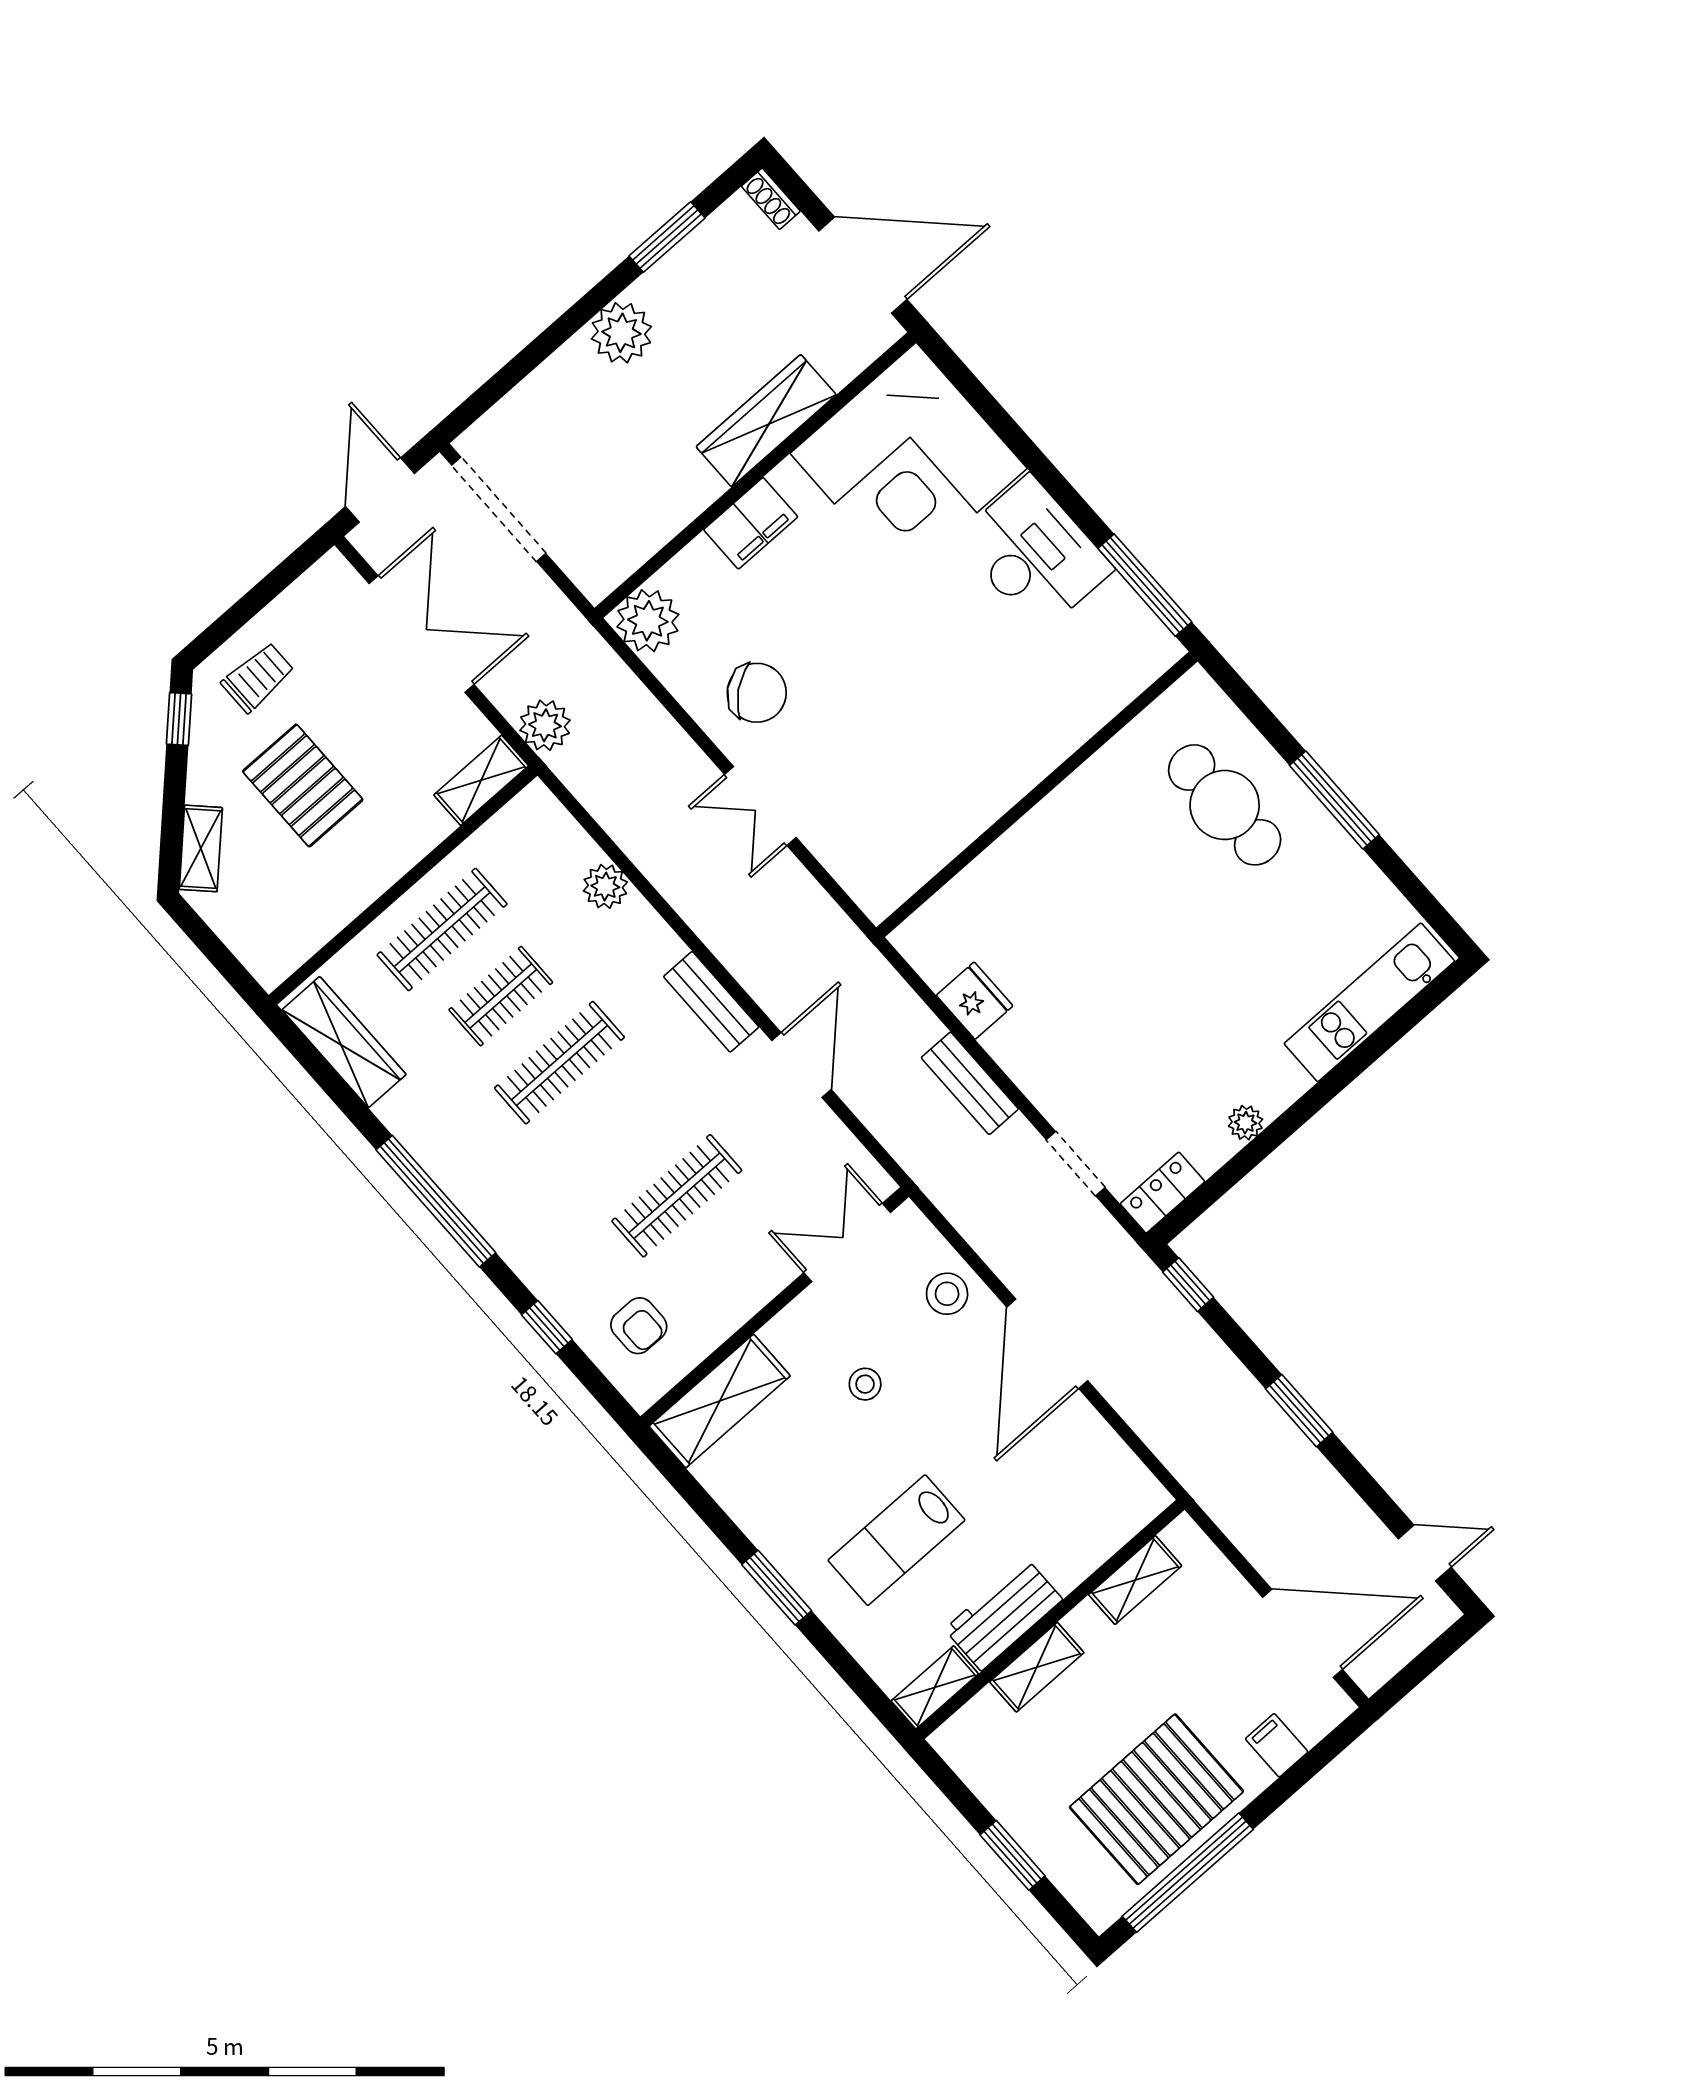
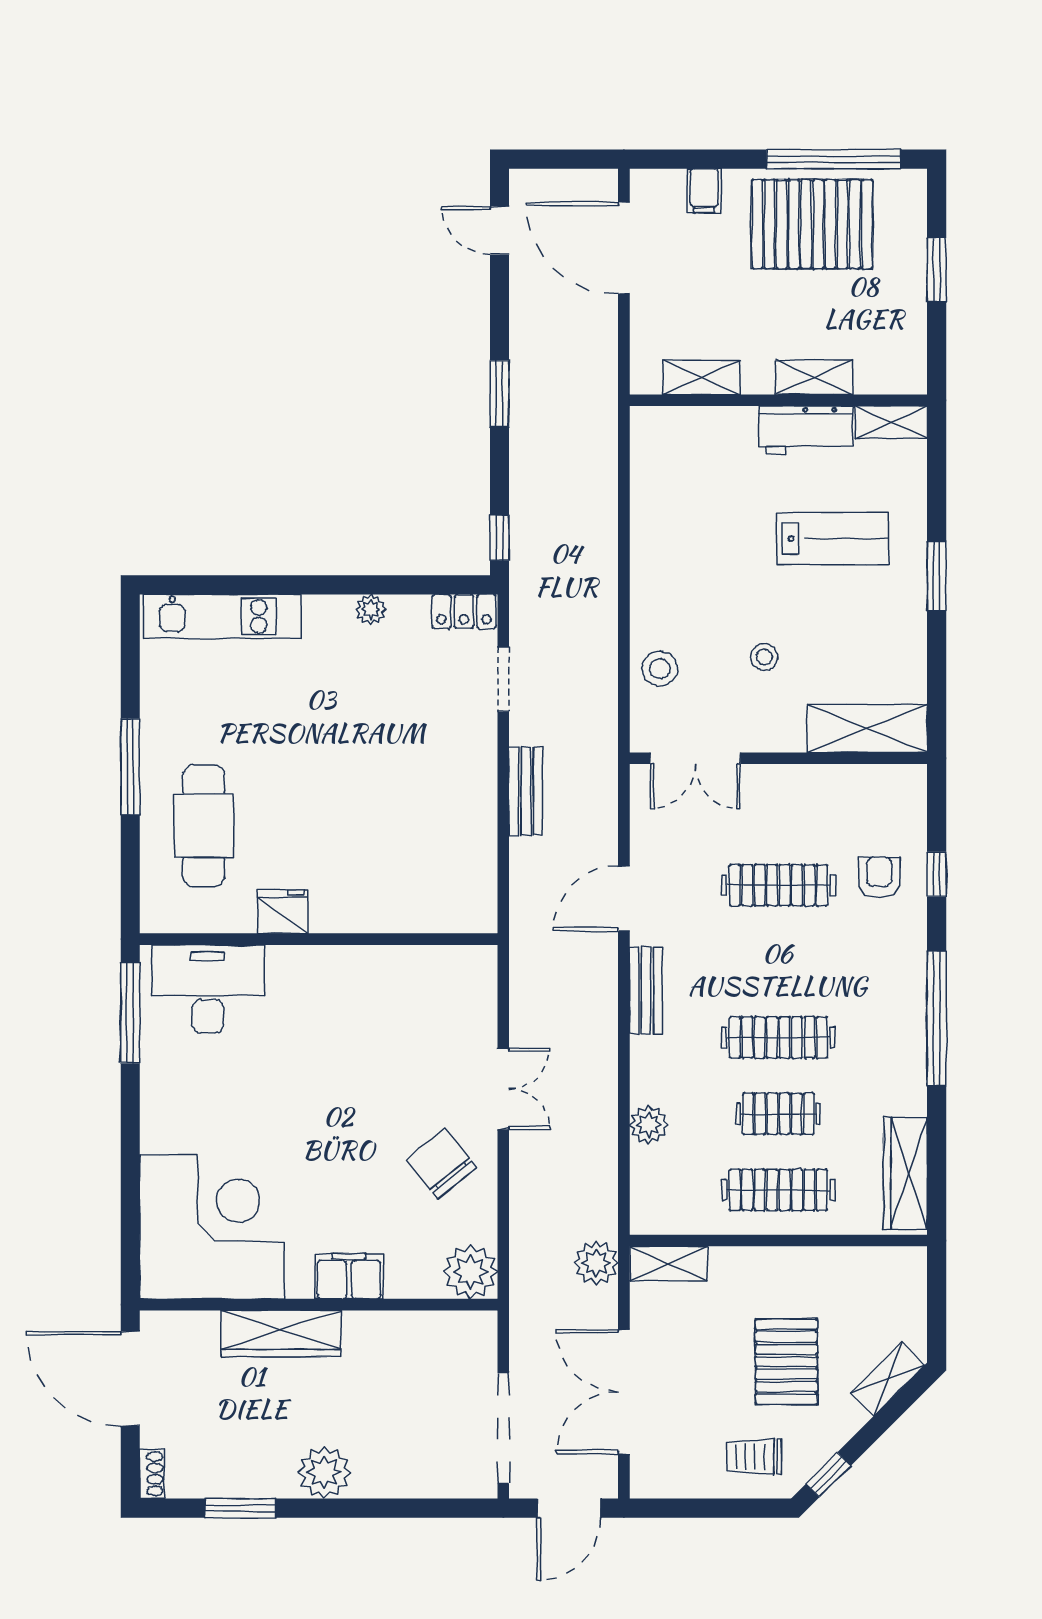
desk: (1034, 554) -> (208, 989), moved, turned 90
fridge: (975, 1001) -> (283, 912), moved, turned 90
armchair: (639, 1326) -> (879, 877), moved
door: (1047, 1344) -> (624, 579), removed

